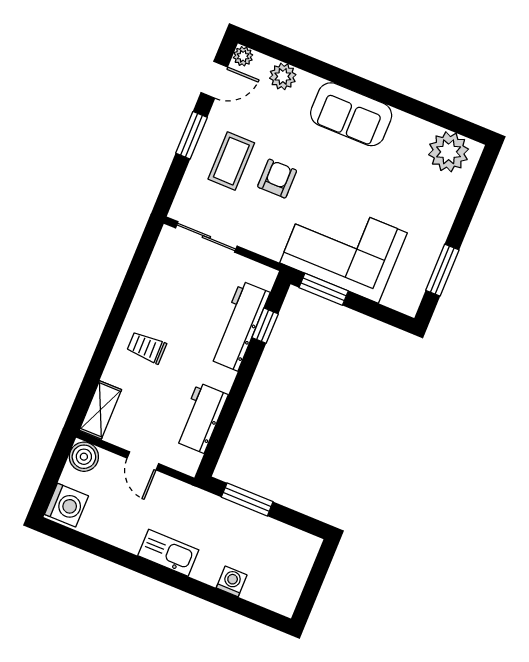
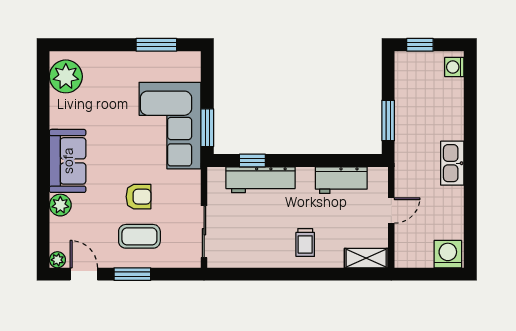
plant: (283, 76) -> (60, 205), moved
armchair: (277, 179) -> (139, 197), turned 180
boiler: (84, 457) -> (406, 256), removed
window: (319, 571) -> (420, 45), added
washing machine: (232, 581) -> (454, 67), moved

